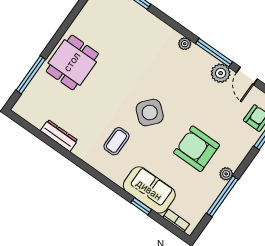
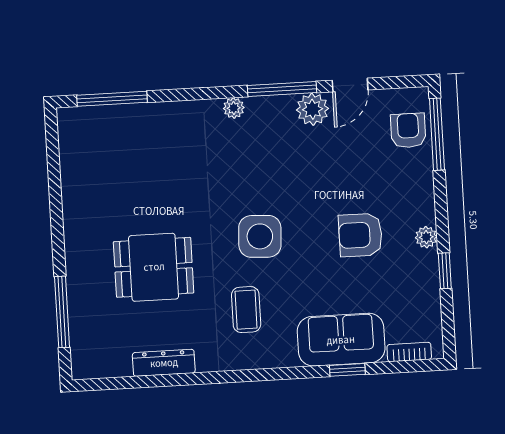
dining table: (72, 62) -> (154, 267), moved, turned 90
door: (247, 76) -> (350, 85), hinge flipped
side table: (150, 113) -> (260, 236), turned -38
armchair: (197, 149) -> (360, 235), width x0.73, depth x0.73
window: (222, 196) -> (445, 271), width x0.46

